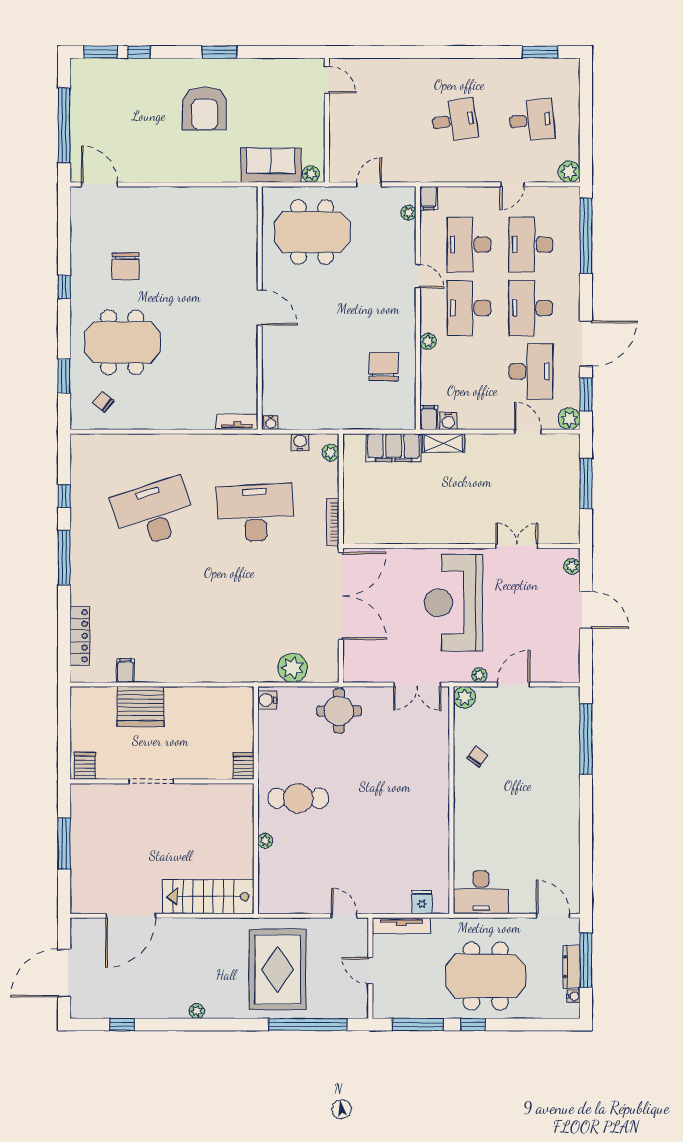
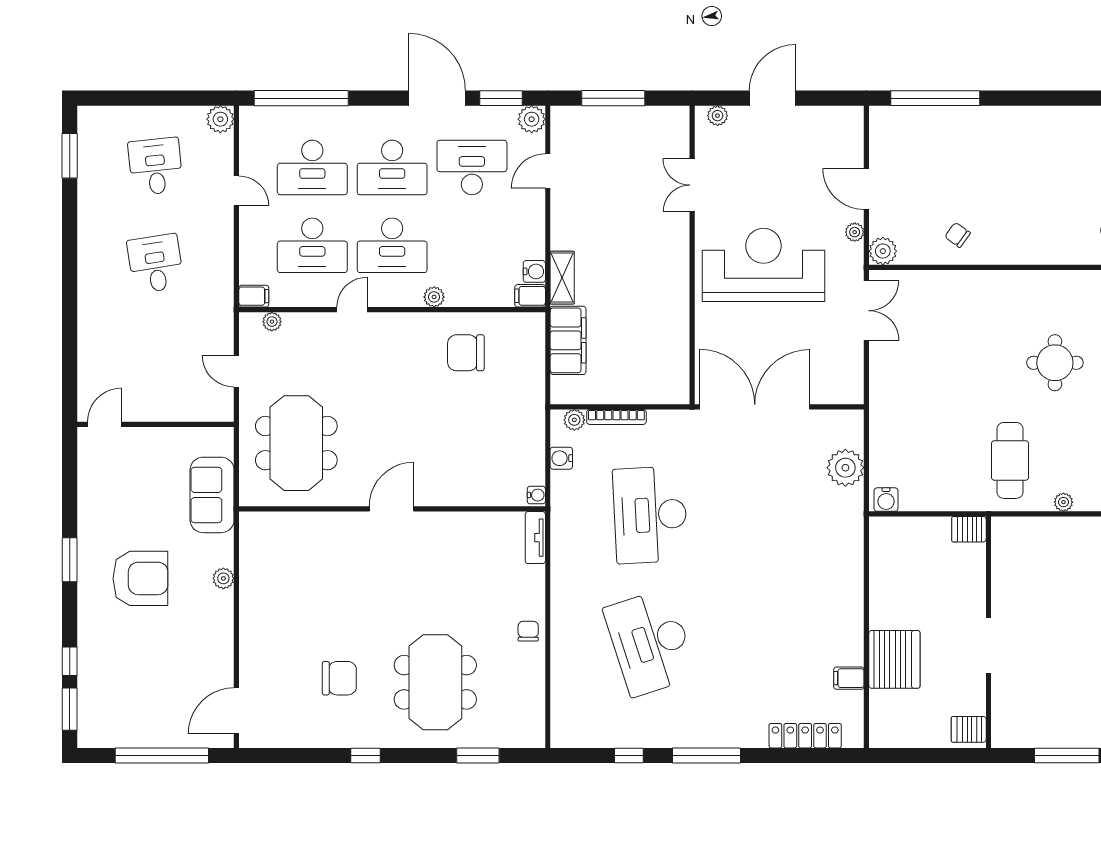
plant: (311, 174) -> (223, 578), moved
chair: (103, 402) -> (528, 631), moved, turned 140
bookcase: (333, 522) -> (616, 417), moved
reception desk: (453, 603) -> (763, 265), turned 180
round table: (339, 711) -> (1055, 363), moved

